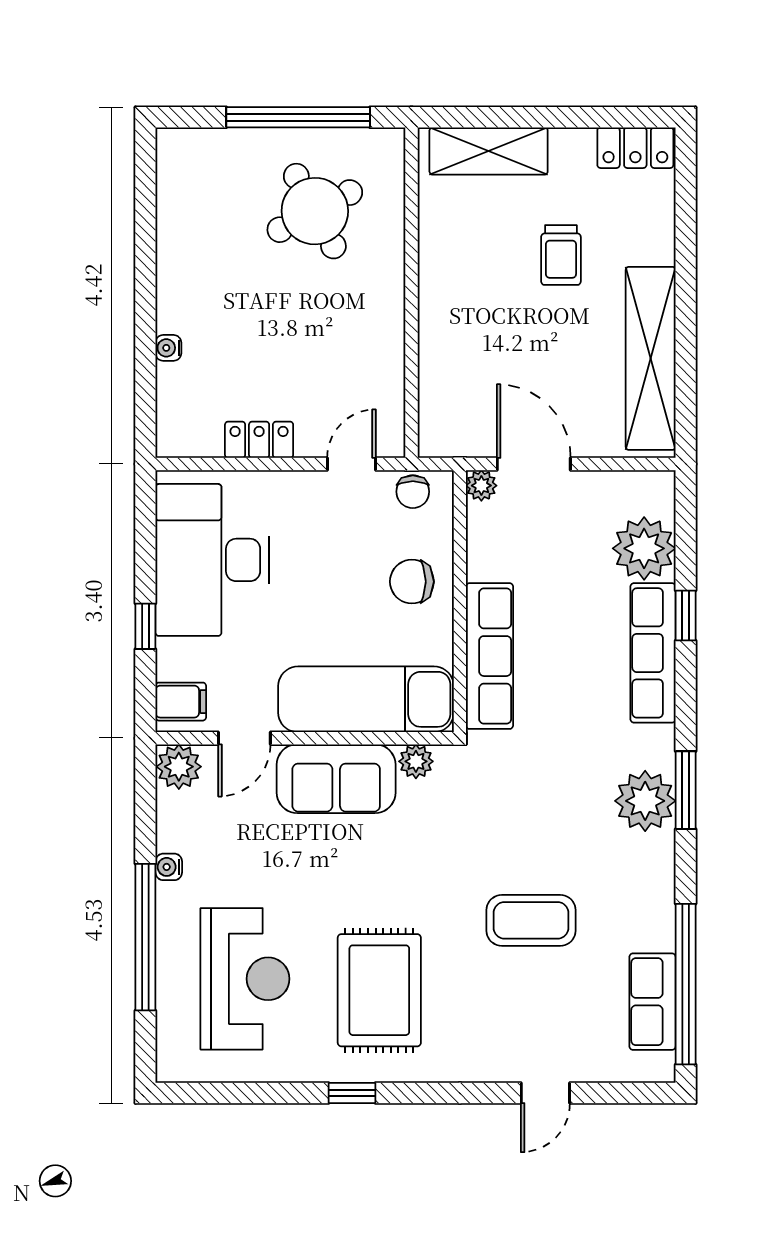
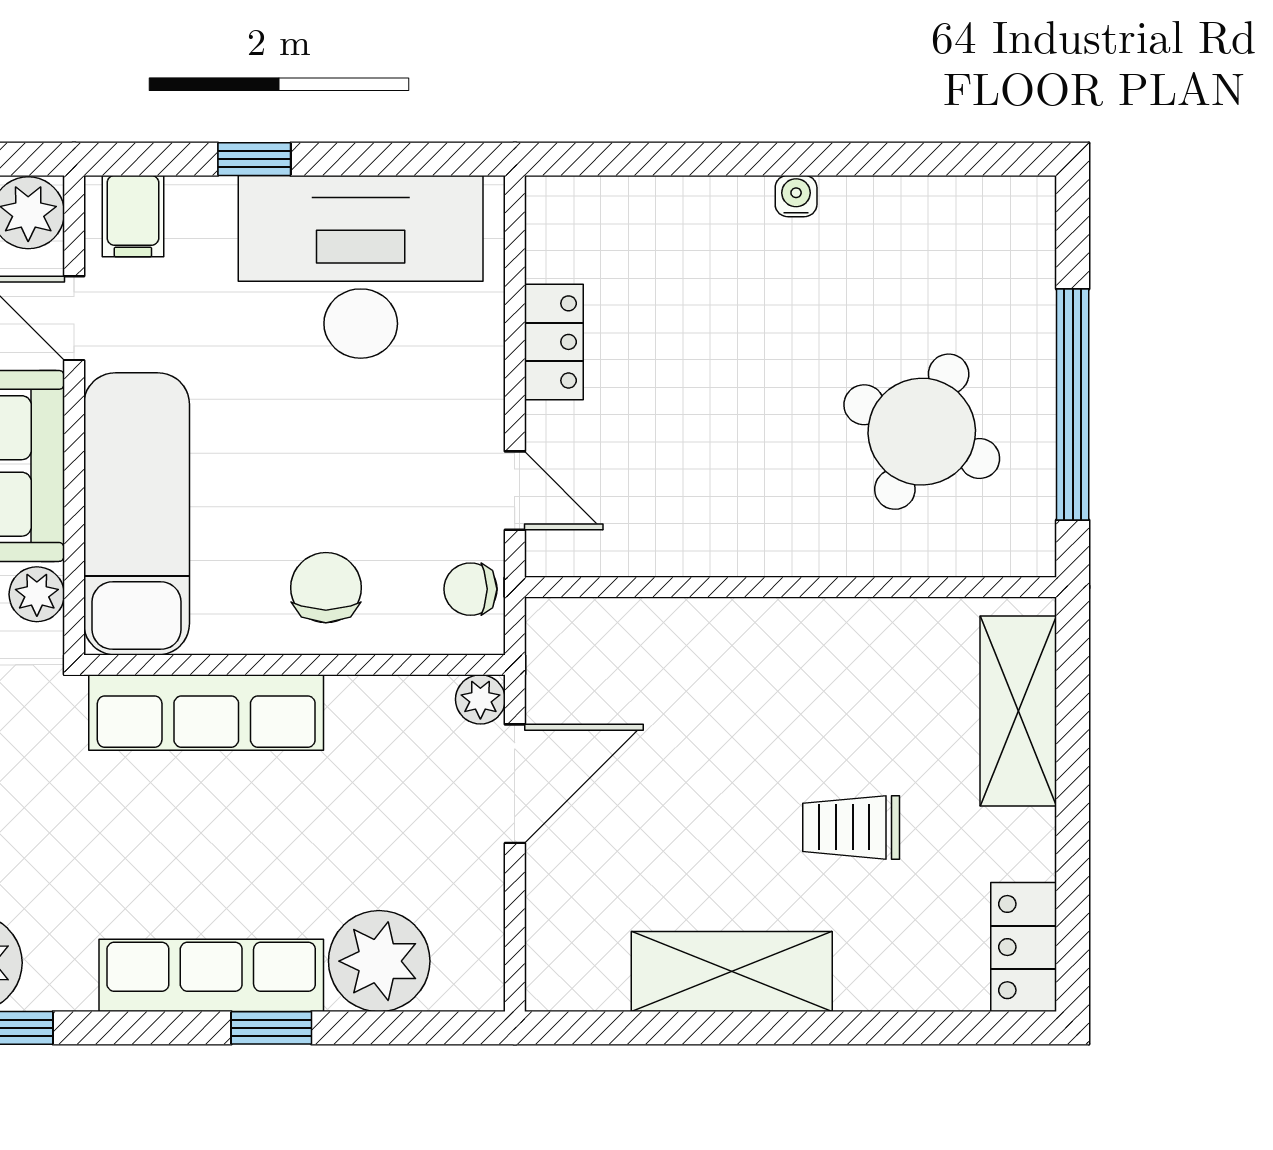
round table: (315, 211) -> (922, 432), turned -37
water cooler: (168, 348) -> (796, 196), moved
shelving: (651, 358) -> (732, 972), width x0.68

